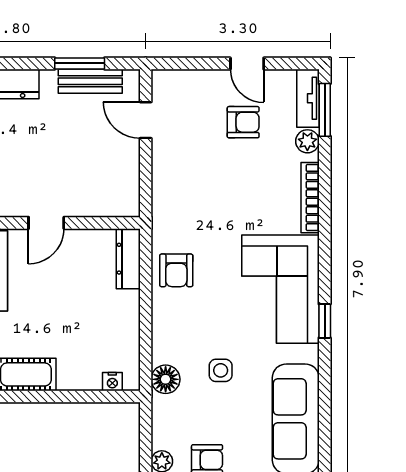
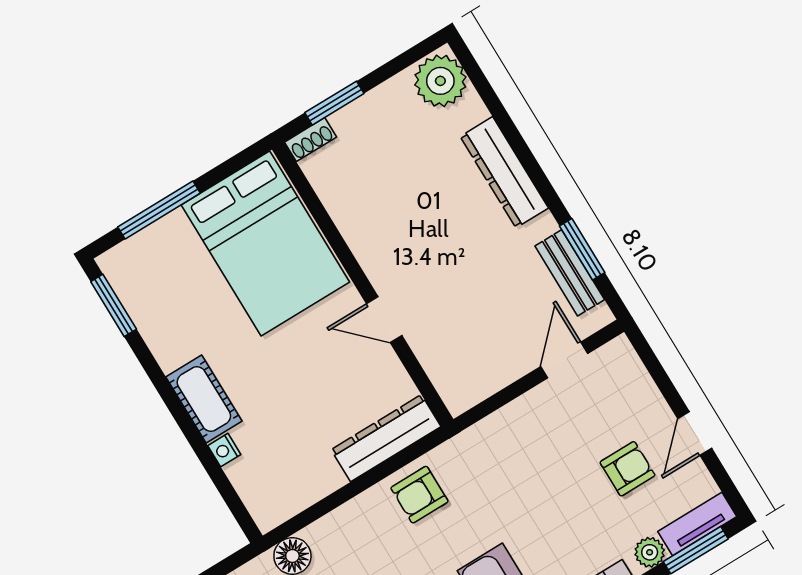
armchair: (243, 122) -> (627, 469), turned -90
dresser: (128, 259) -> (386, 438), width x1.37, depth x1.24
nightstand: (112, 382) -> (224, 450), moved

